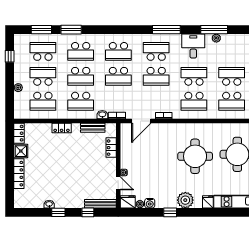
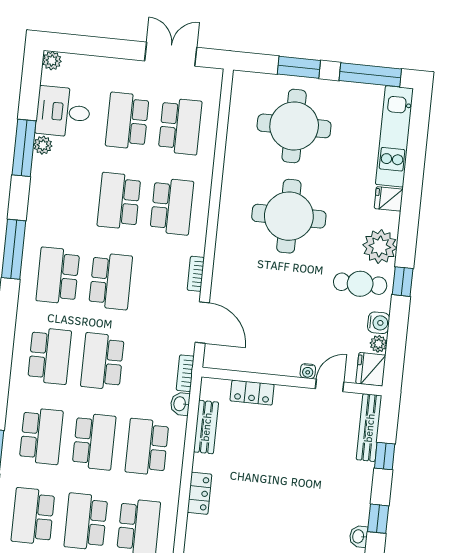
desk: (193, 46) -> (63, 112), moved
school desk: (118, 76) -> (102, 361), turned 180
school desk: (81, 101) -> (147, 447), turned 180
cafe table: (167, 193) -> (360, 284), added

